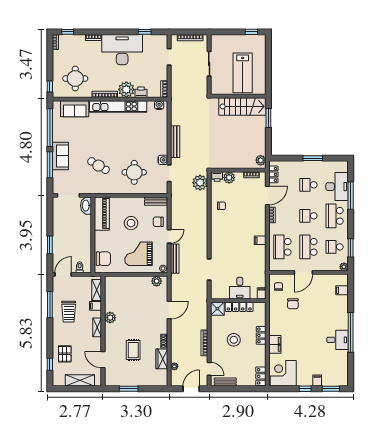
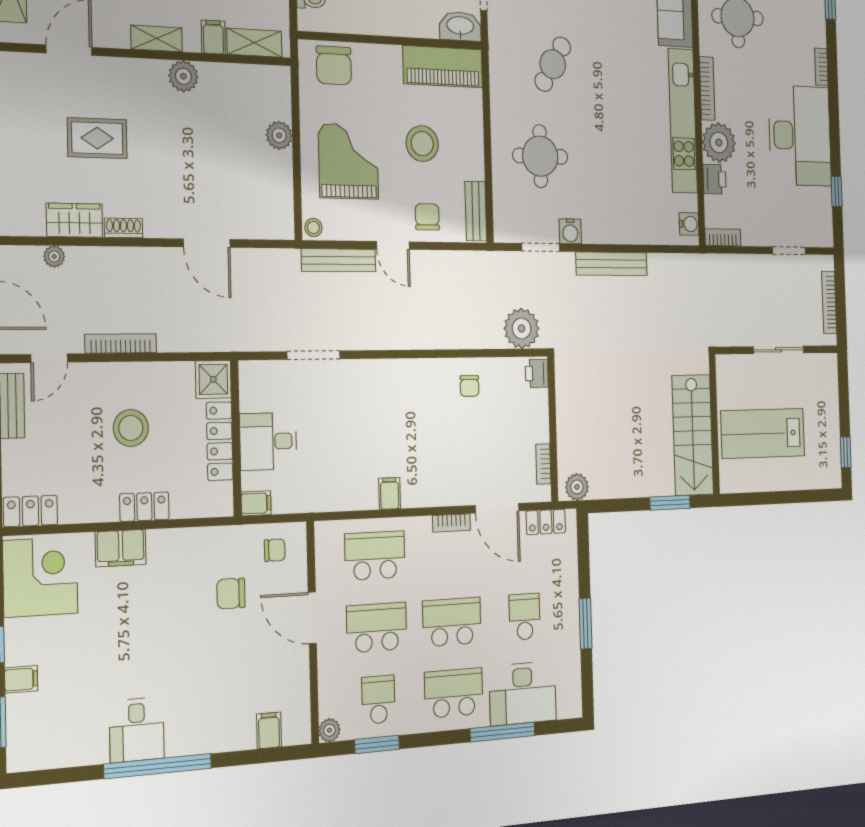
plant: (229, 178) -> (535, 405), removed
school desk: (308, 216) -> (452, 622), width x1.85
plant: (157, 281) -> (279, 135), moved

